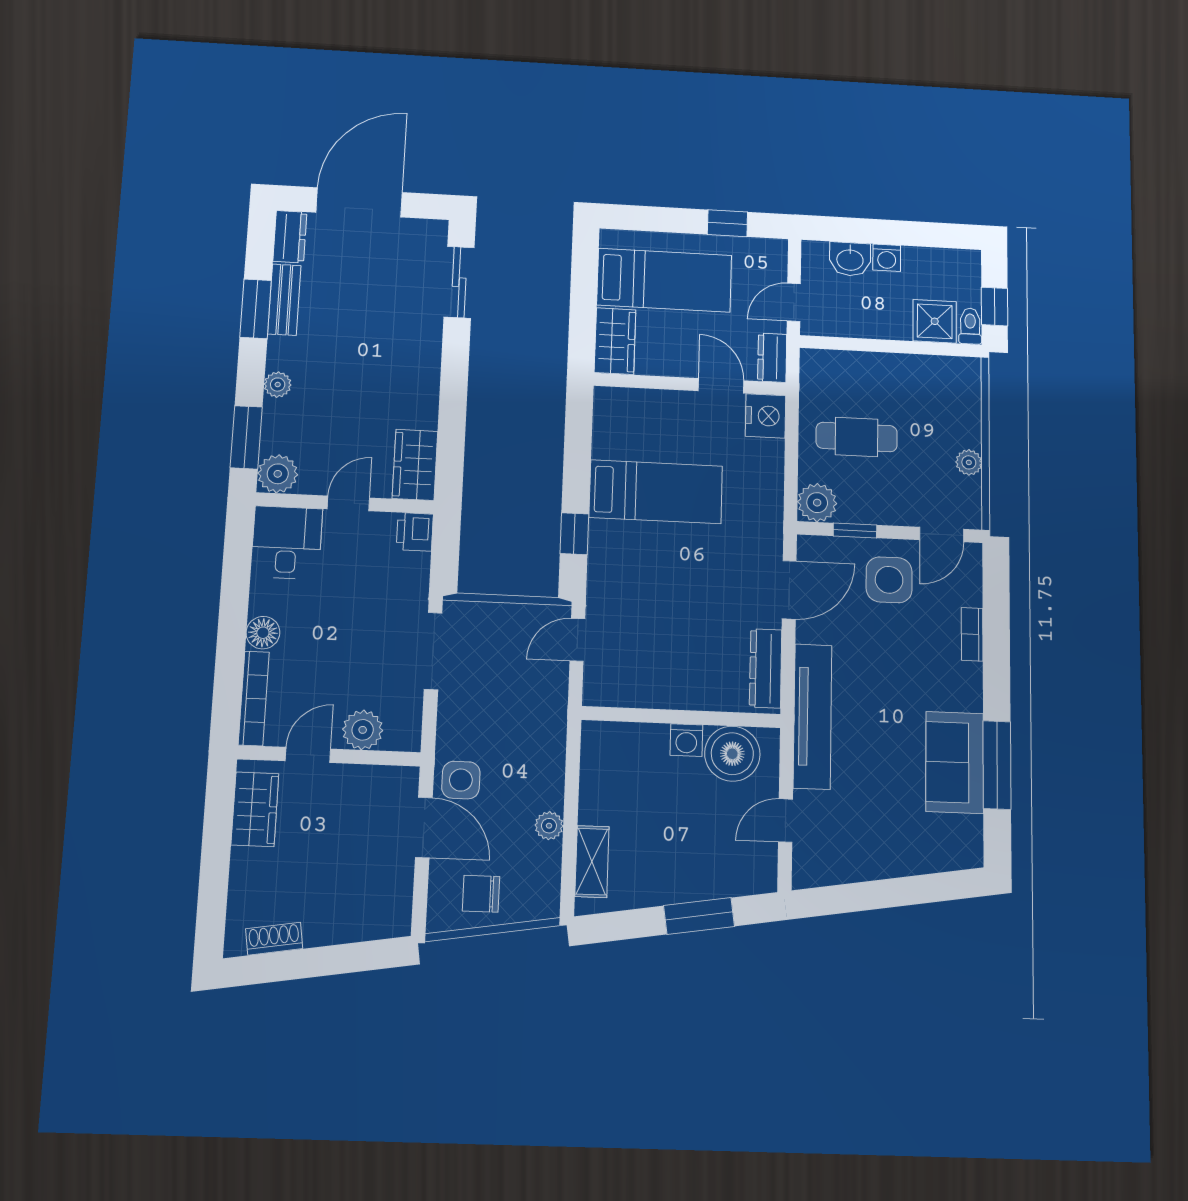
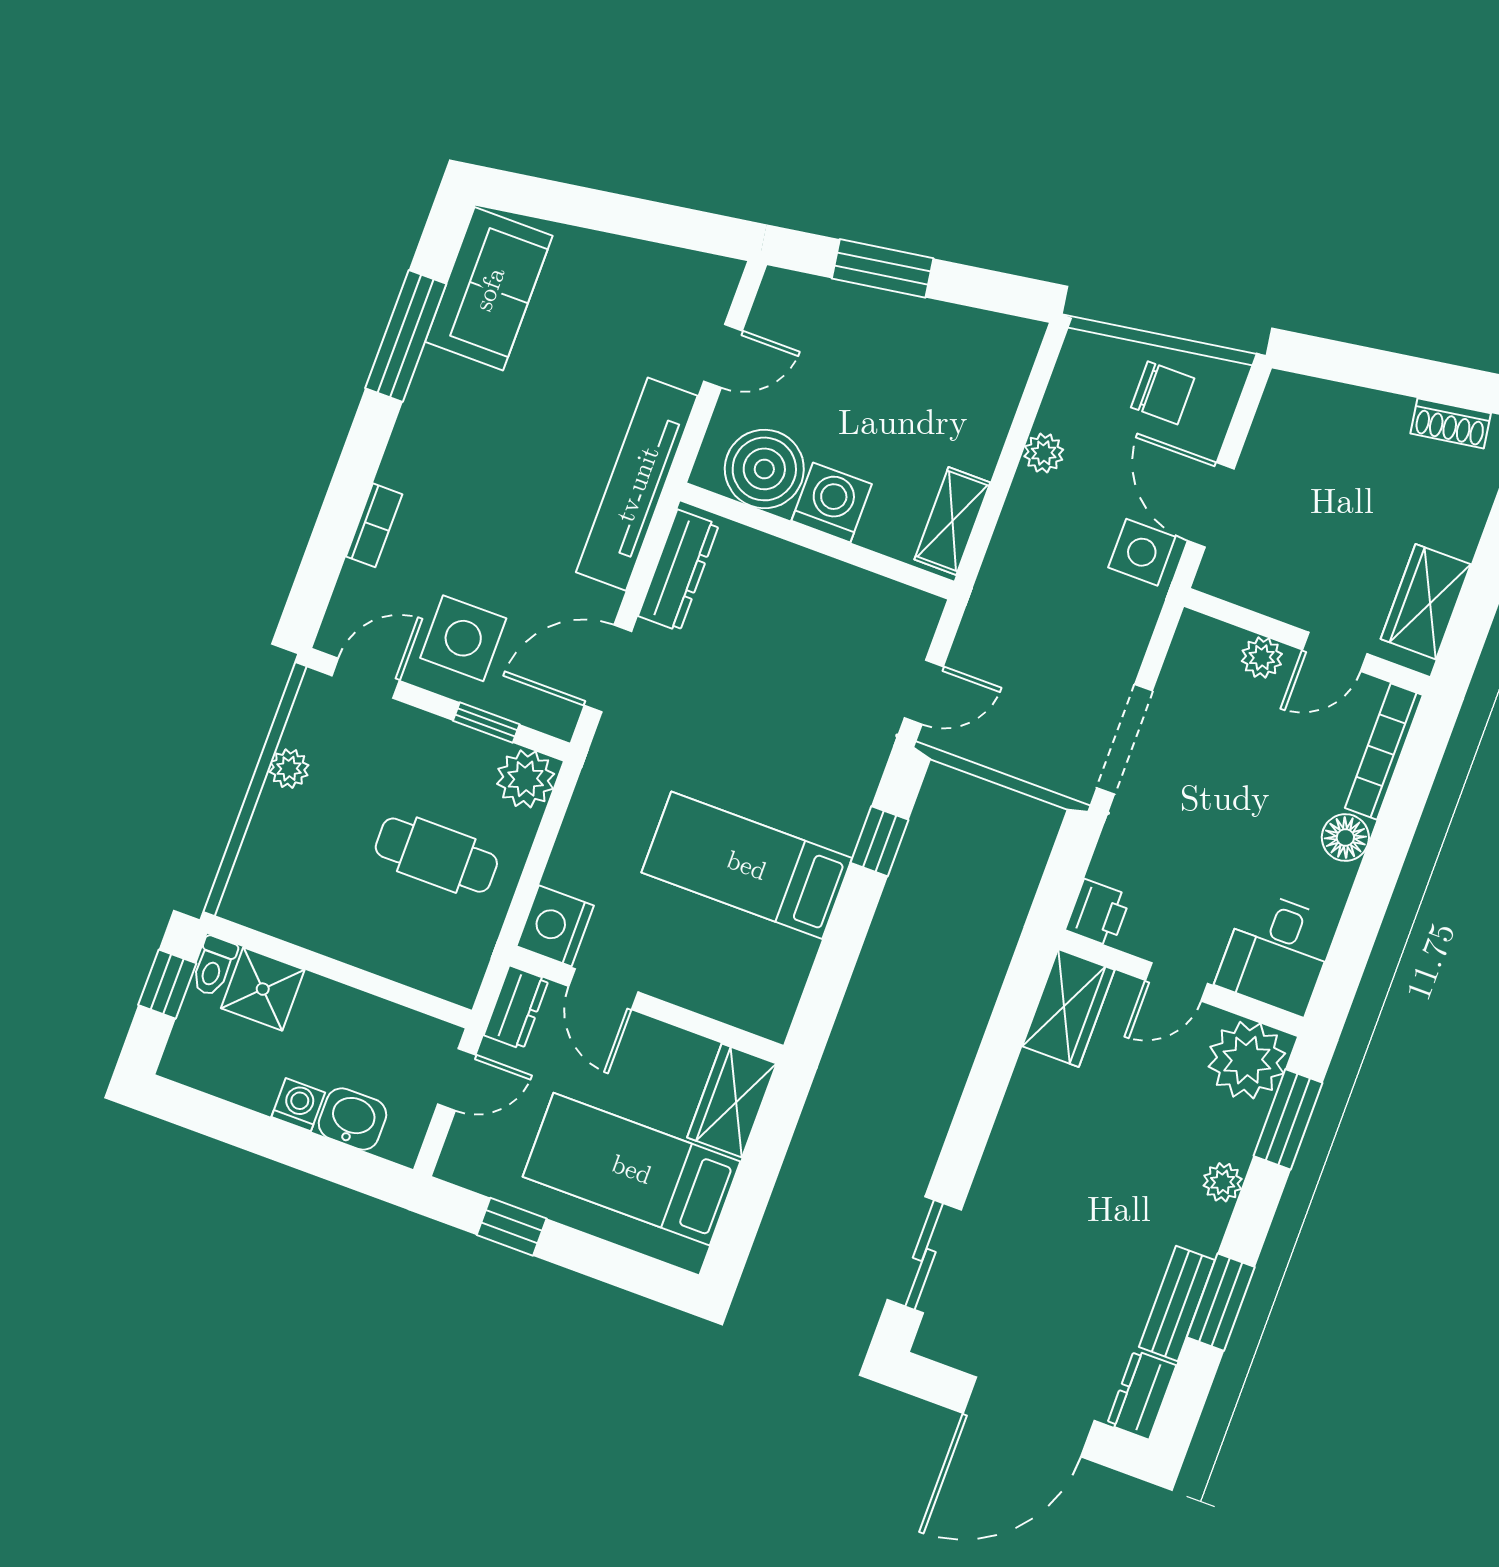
plant: (278, 474) -> (1247, 1060), width x1.36, depth x1.36
plant: (363, 730) -> (1262, 657), width x0.73, depth x0.73
washing machine: (686, 740) -> (832, 502), width x1.38, depth x1.38
sofa: (955, 762) -> (489, 289), moved
shelving: (592, 862) -> (952, 521), moved

